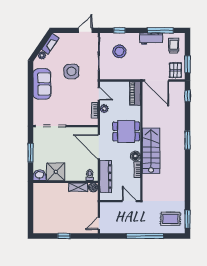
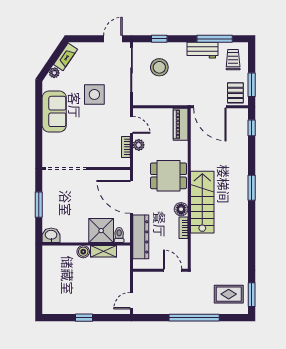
shower: (56, 172) -> (101, 231), moved
boiler: (93, 187) -> (83, 252), moved

